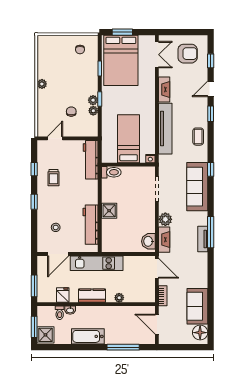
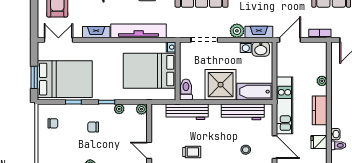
plant: (93, 100) -> (141, 109), moved
chair: (71, 112) -> (93, 127), moved
bed: (129, 139) -> (150, 71), width x1.50
workbench: (91, 160) -> (187, 112), moved
shower: (109, 211) -> (221, 85), width x1.86, depth x1.86
washing machine: (150, 227) -> (246, 47), added
bathtub: (109, 236) -> (255, 92), added

